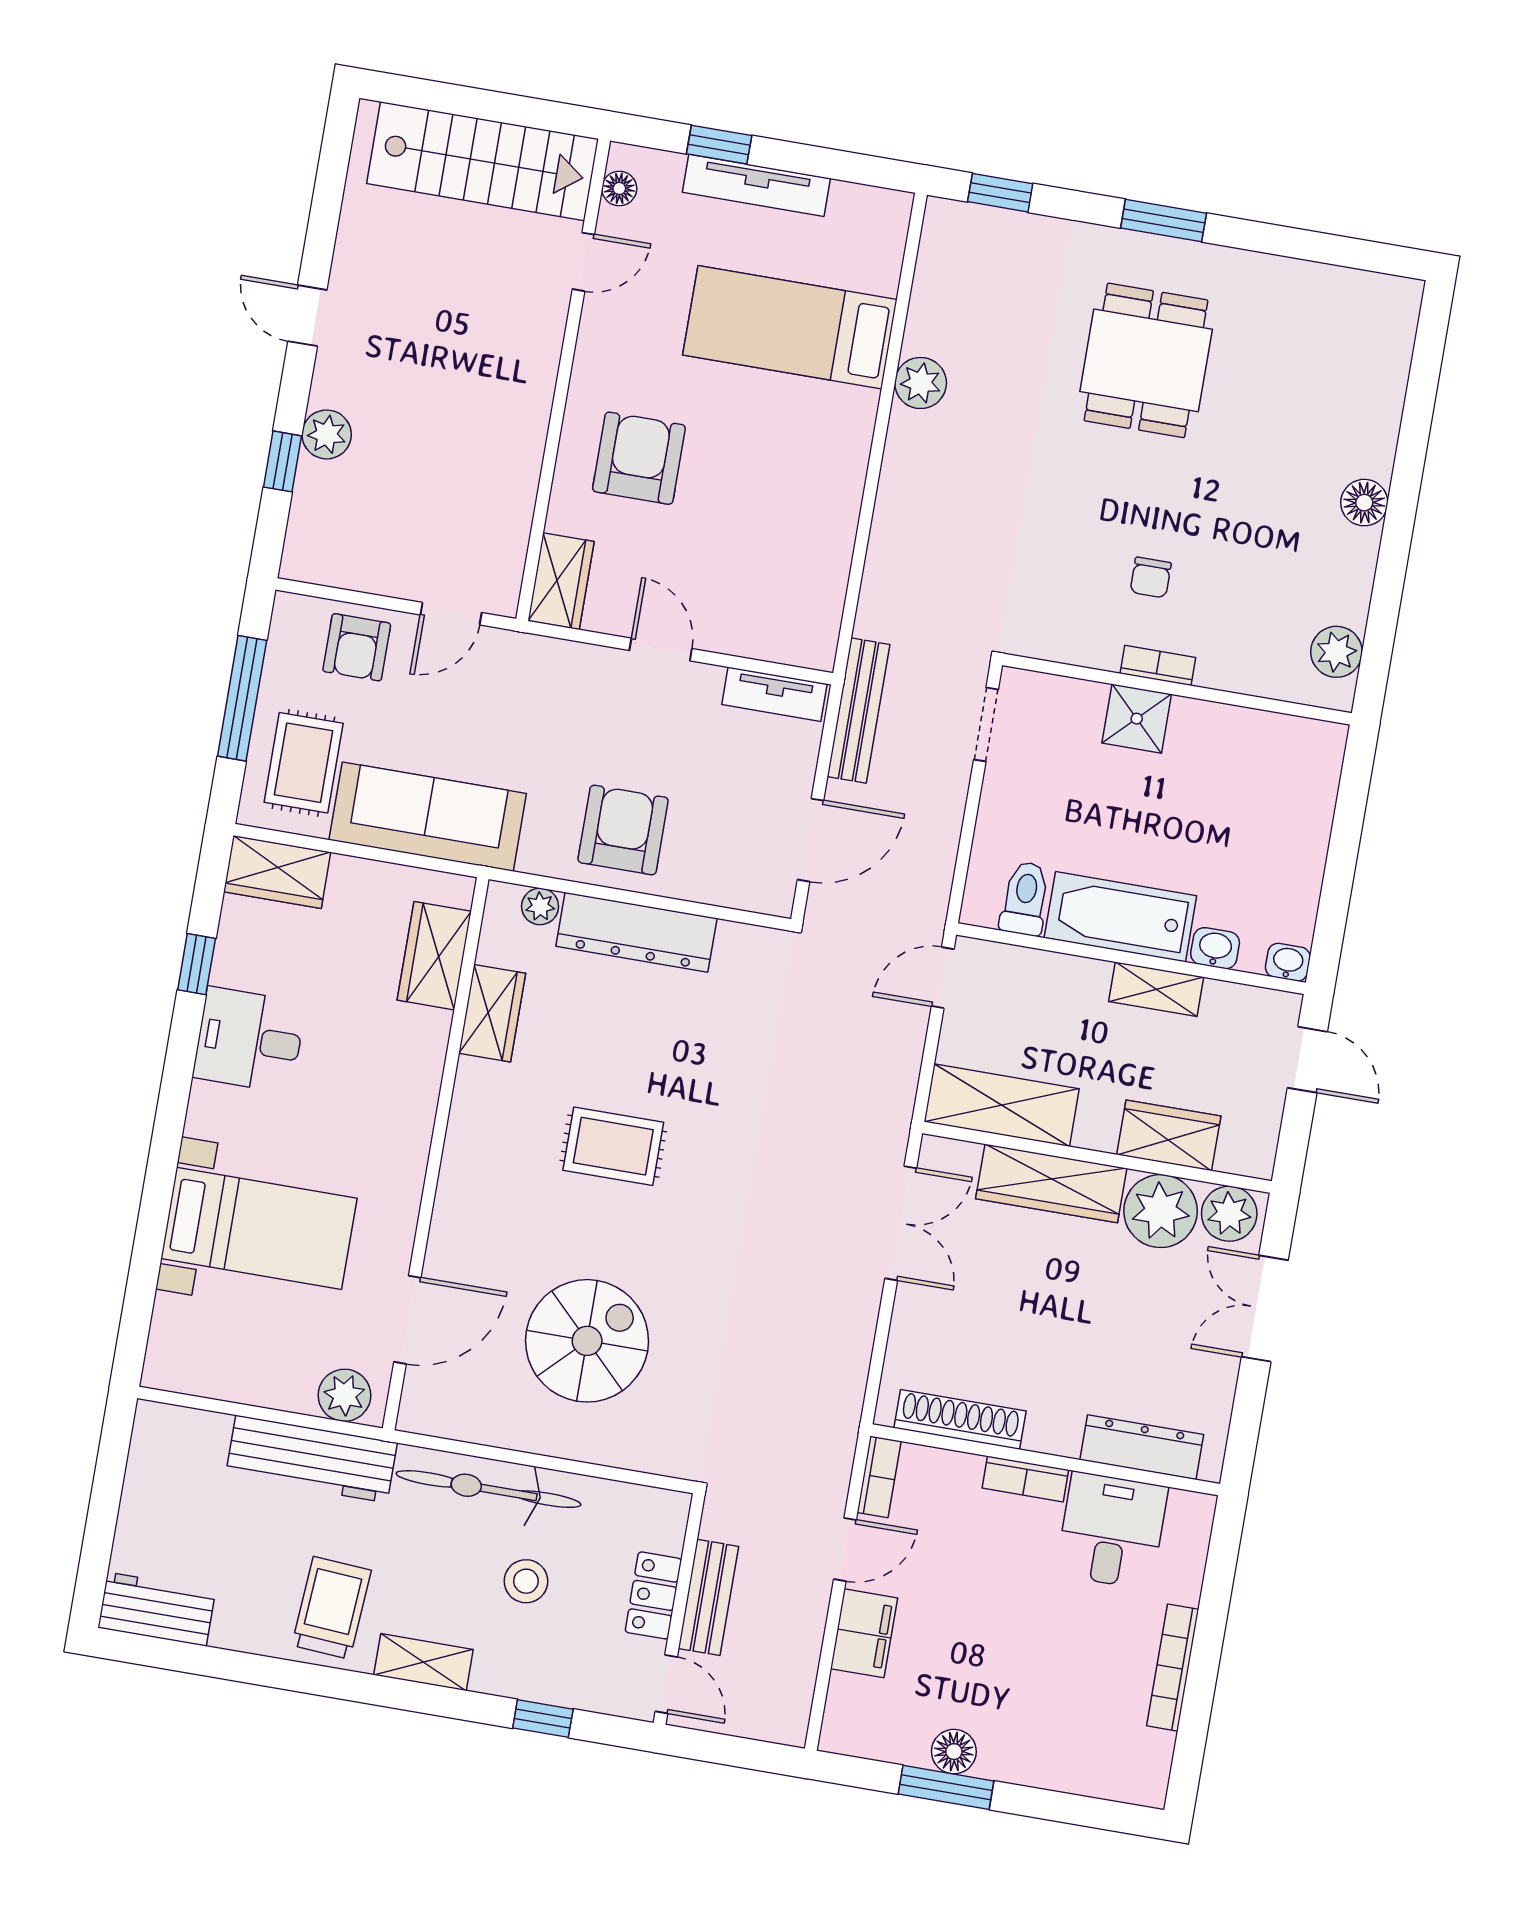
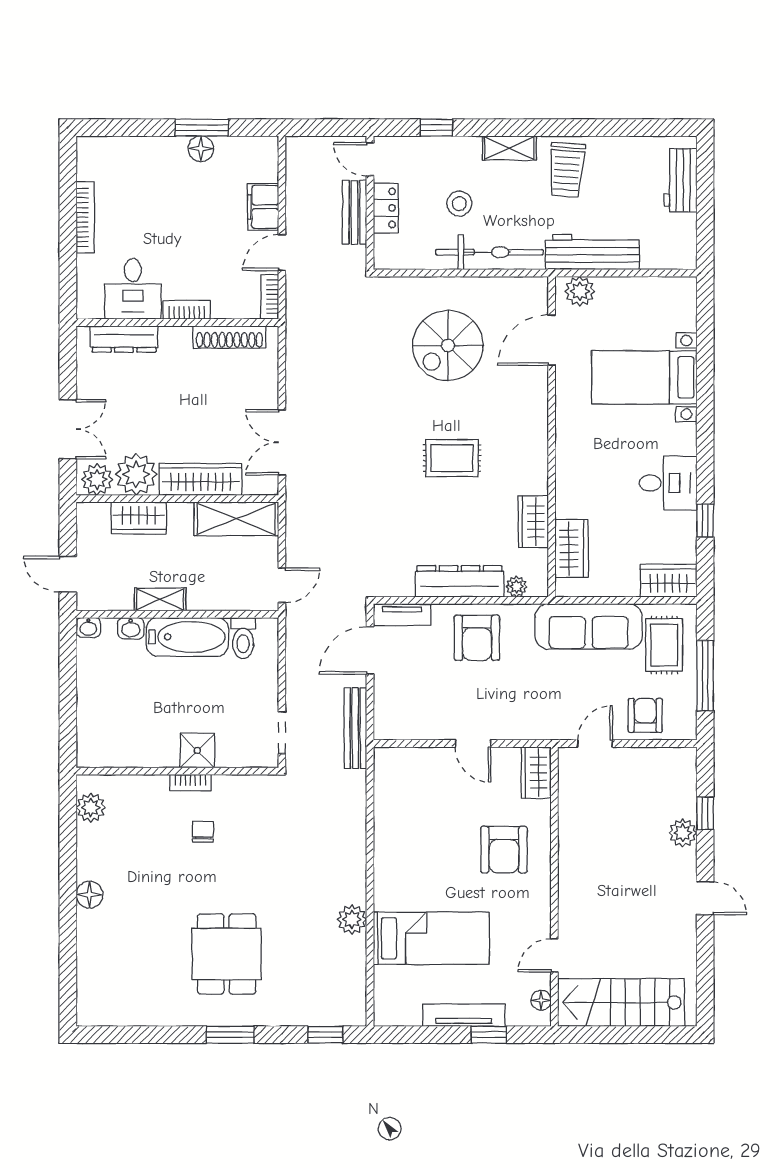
tv unit: (774, 694) -> (402, 615), moved, turned 180
workbench: (157, 1609) -> (681, 180), moved, turned 90

